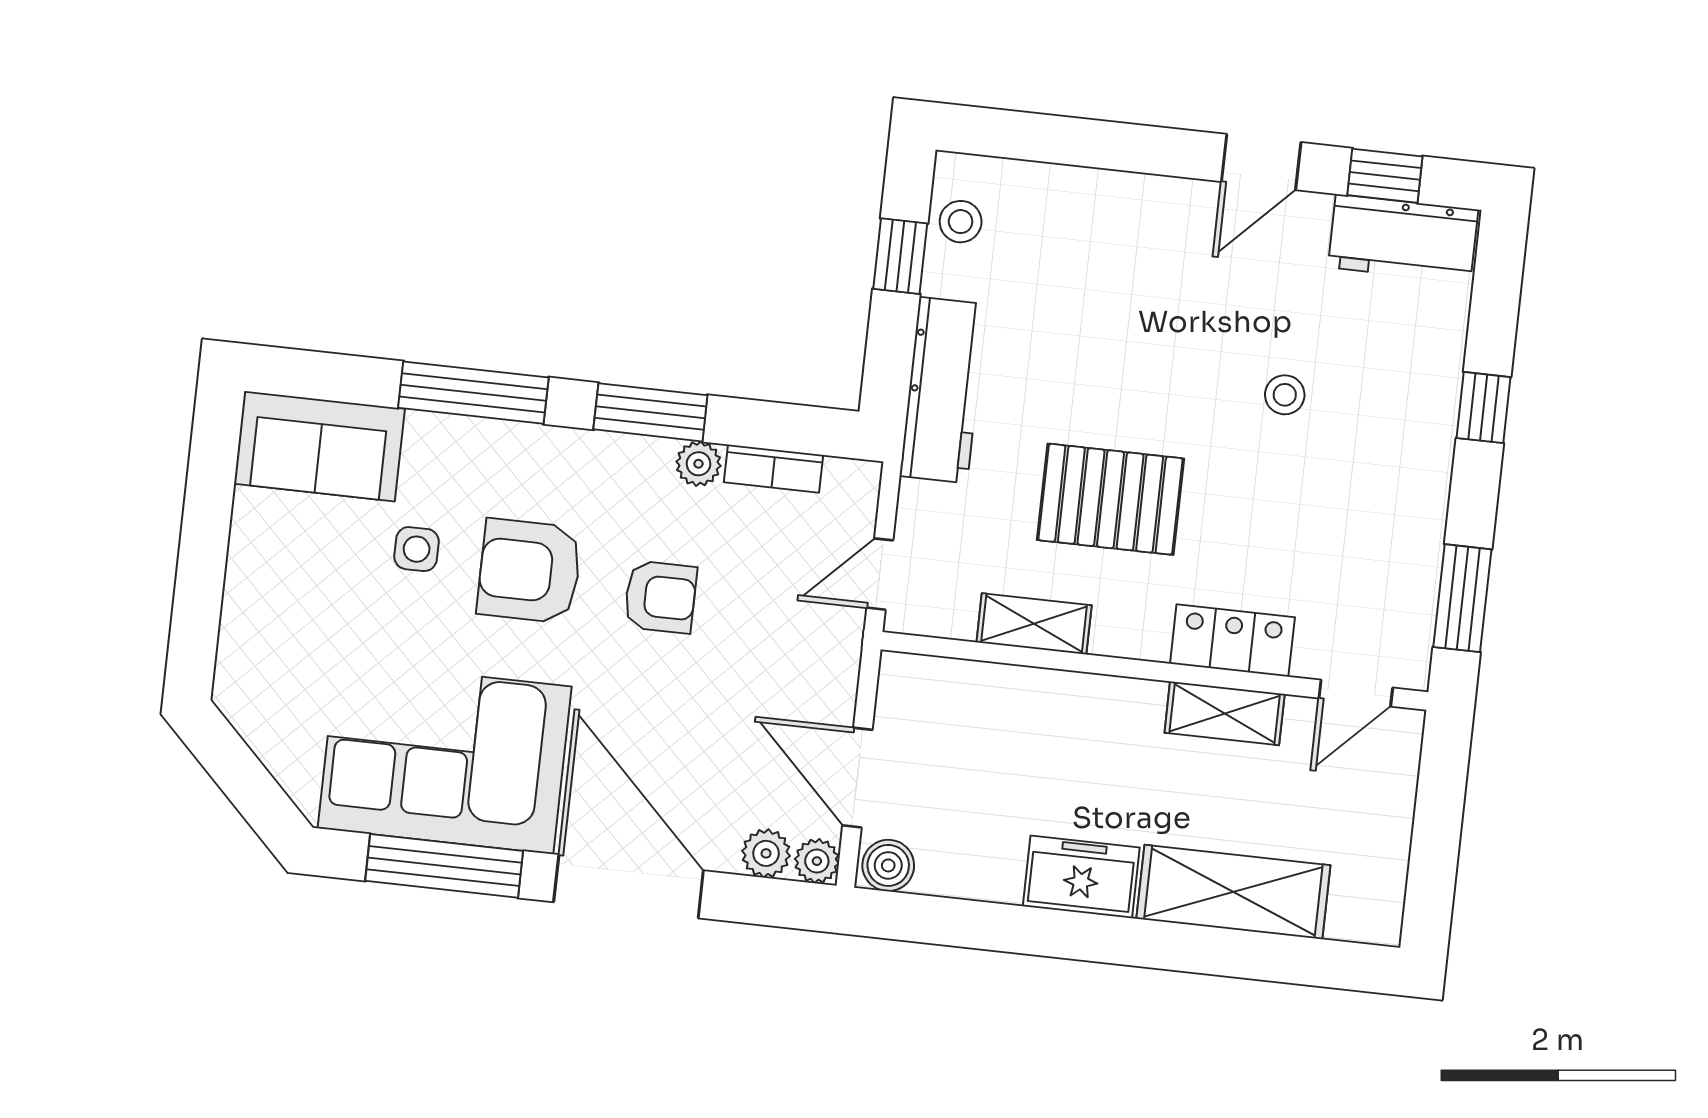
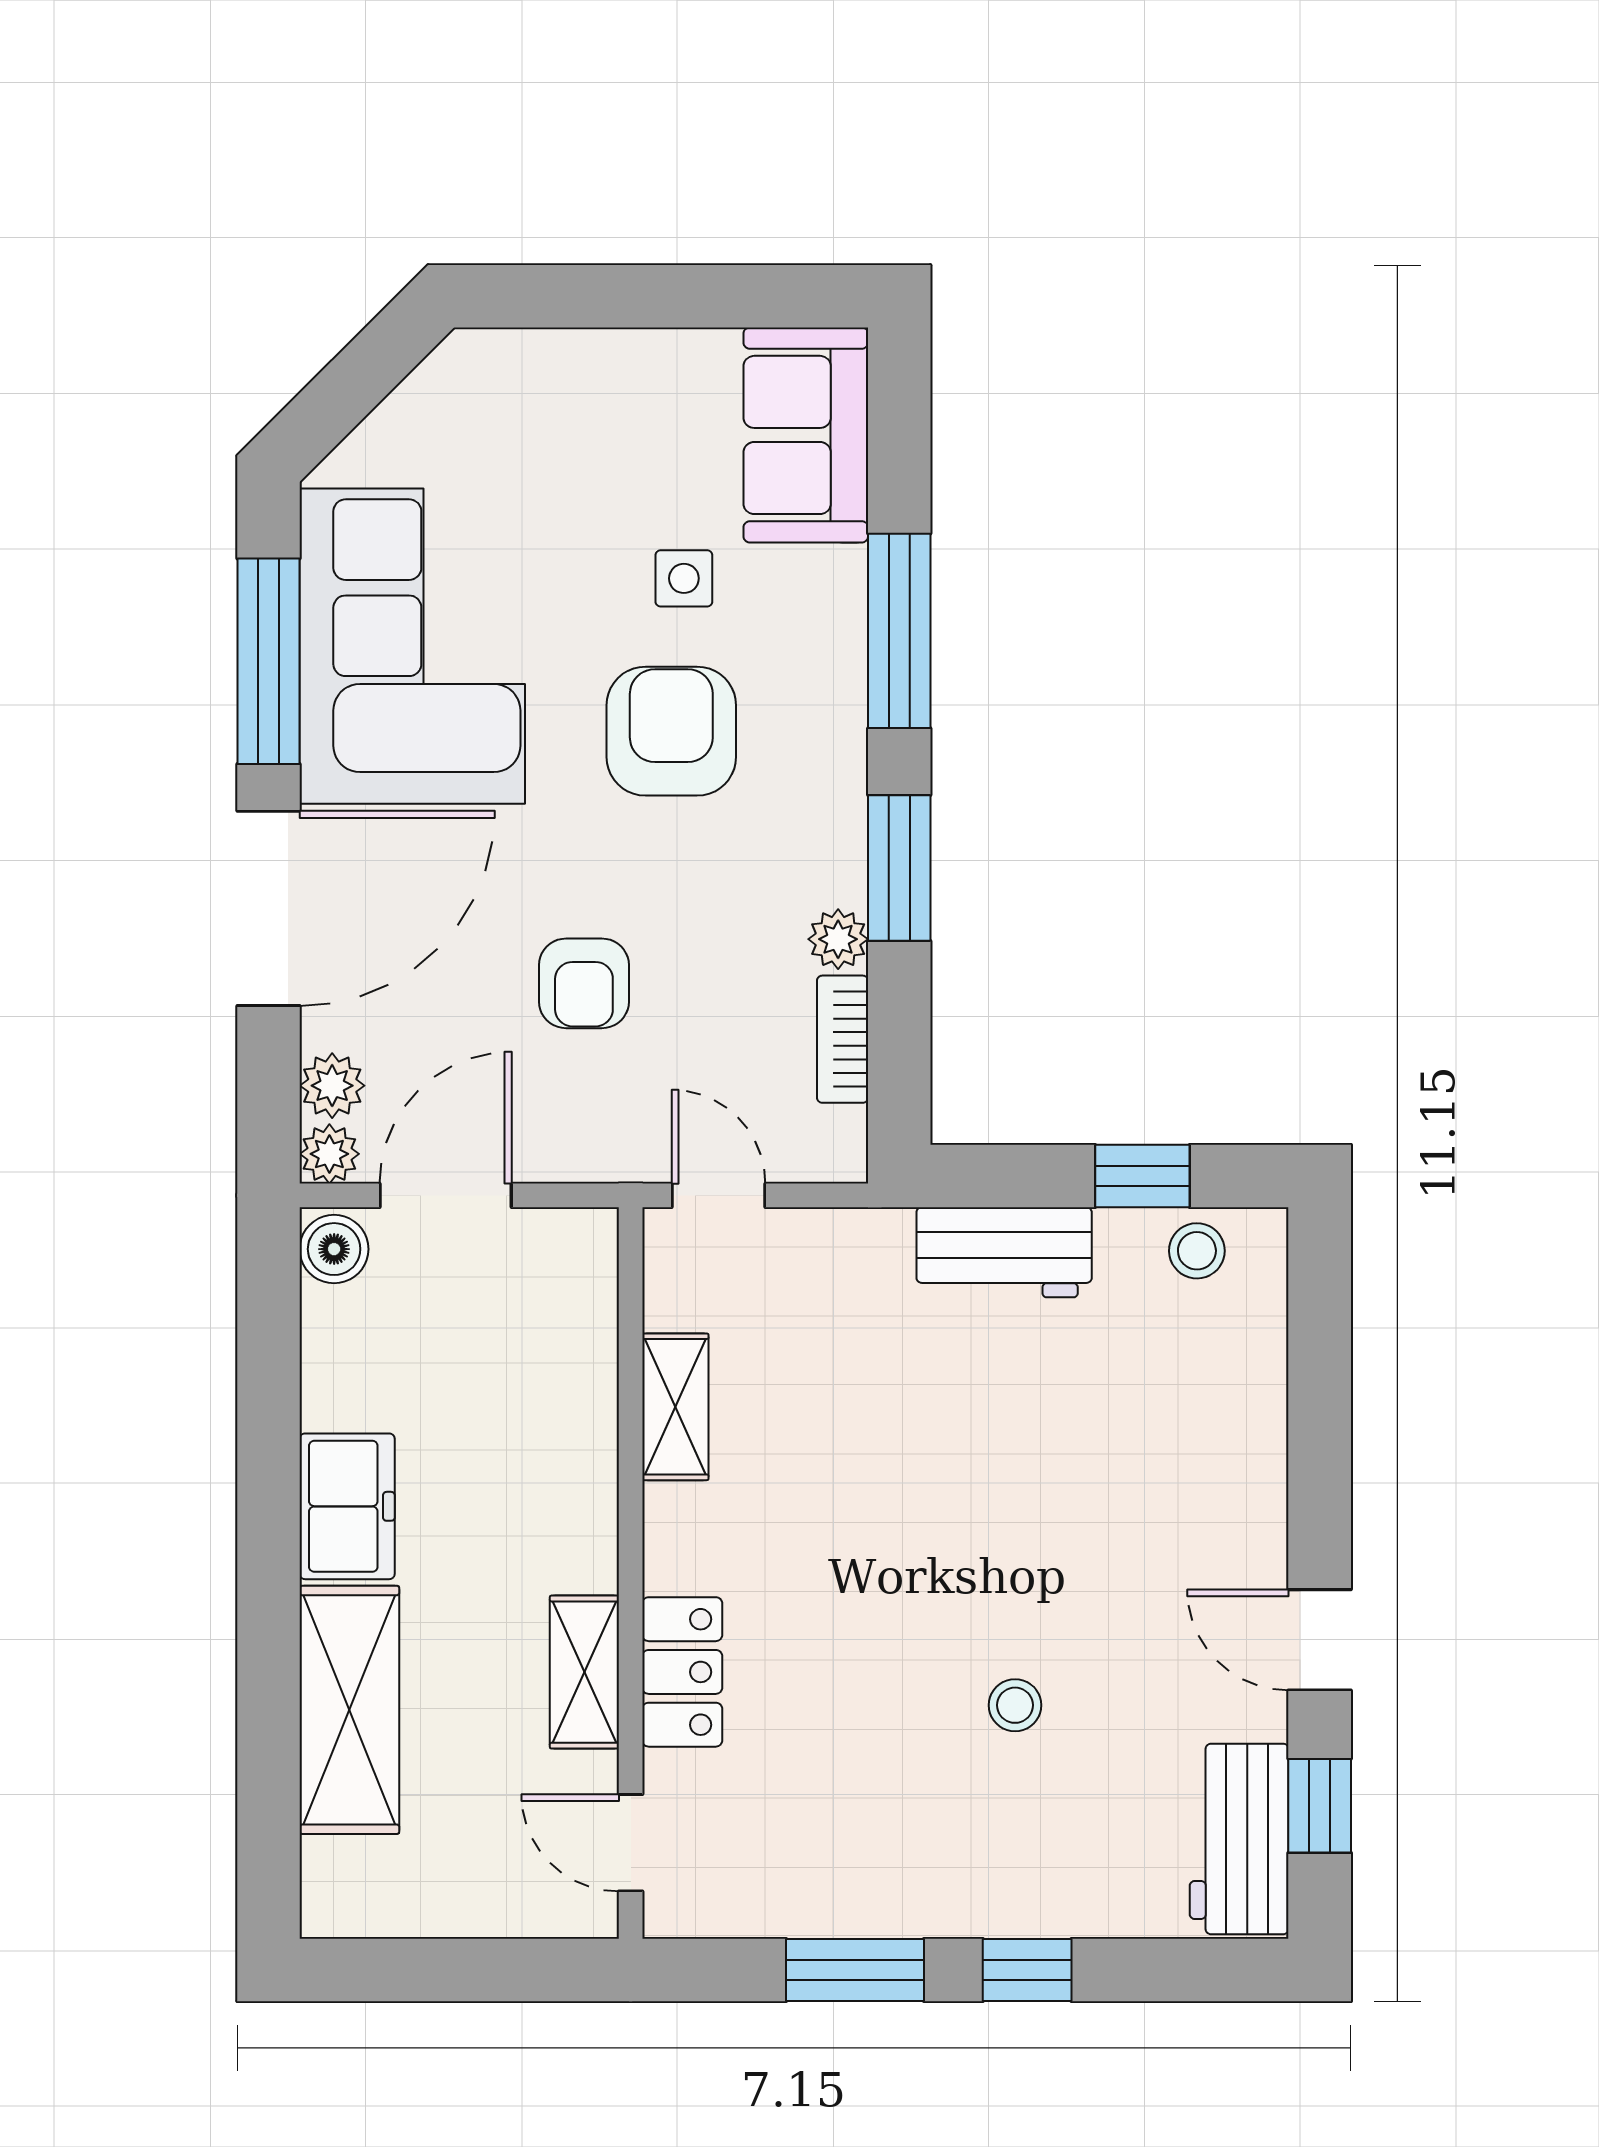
workbench: (943, 390) -> (1004, 1252), width x0.73
pallet: (1111, 499) -> (851, 1490), removed
armchair: (660, 597) -> (584, 983), moved
window: (1462, 598) -> (855, 1970), moved

